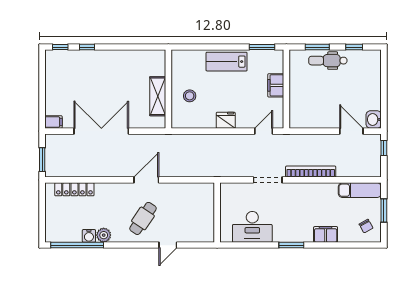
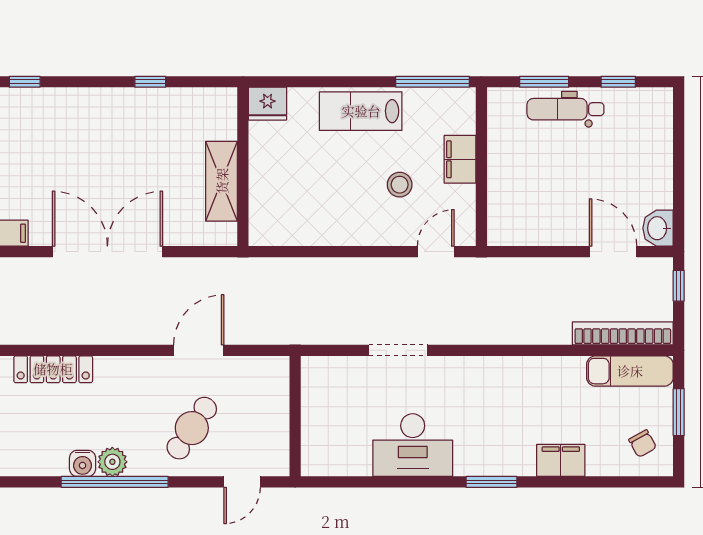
window: (87, 47) -> (150, 82), moved
window: (262, 47) -> (433, 82), width x1.44
stool: (190, 96) -> (400, 185), moved
fridge: (226, 120) -> (268, 104), moved, turned 180
bookcase: (311, 172) -> (623, 333), moved
doorway: (268, 180) -> (398, 350), moved
wall: (217, 212) -> (295, 416), moved
window: (77, 245) -> (115, 482), moved

